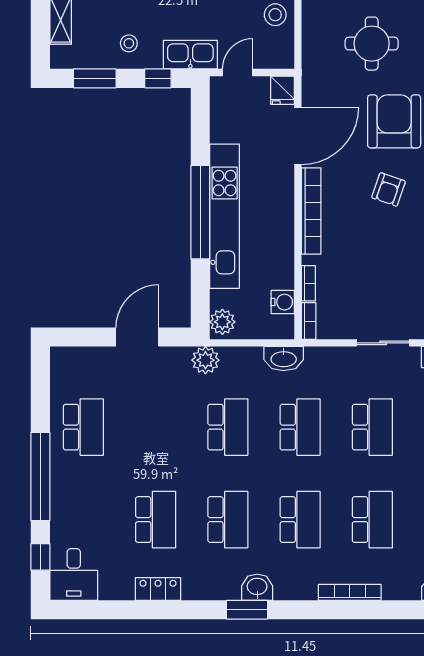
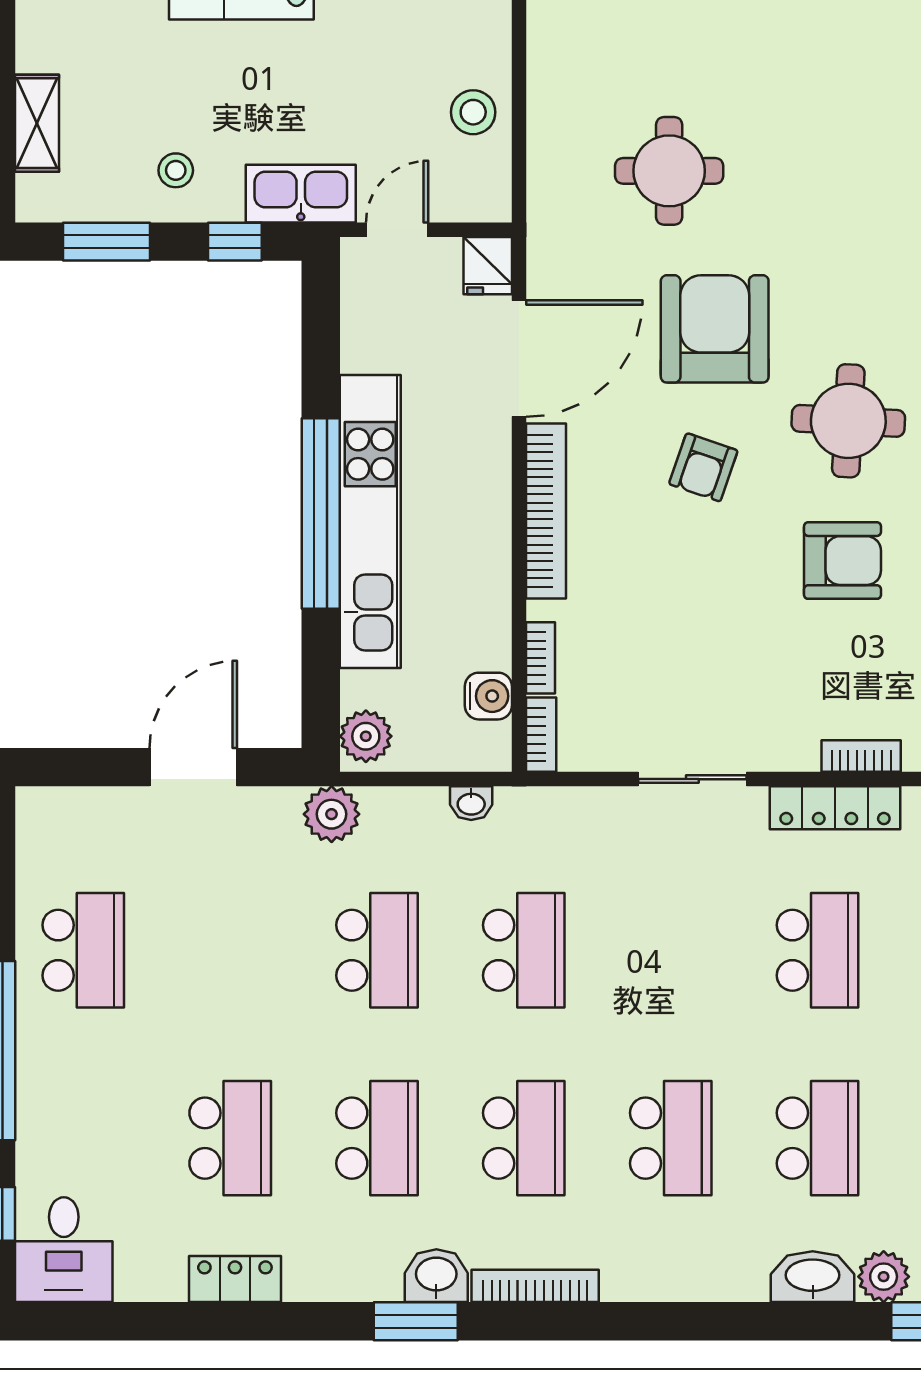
washbasin: (284, 358) -> (471, 803), width x0.52, depth x0.69
school desk: (372, 427) -> (671, 950), removed
bookcase: (350, 592) -> (535, 1286), moved

